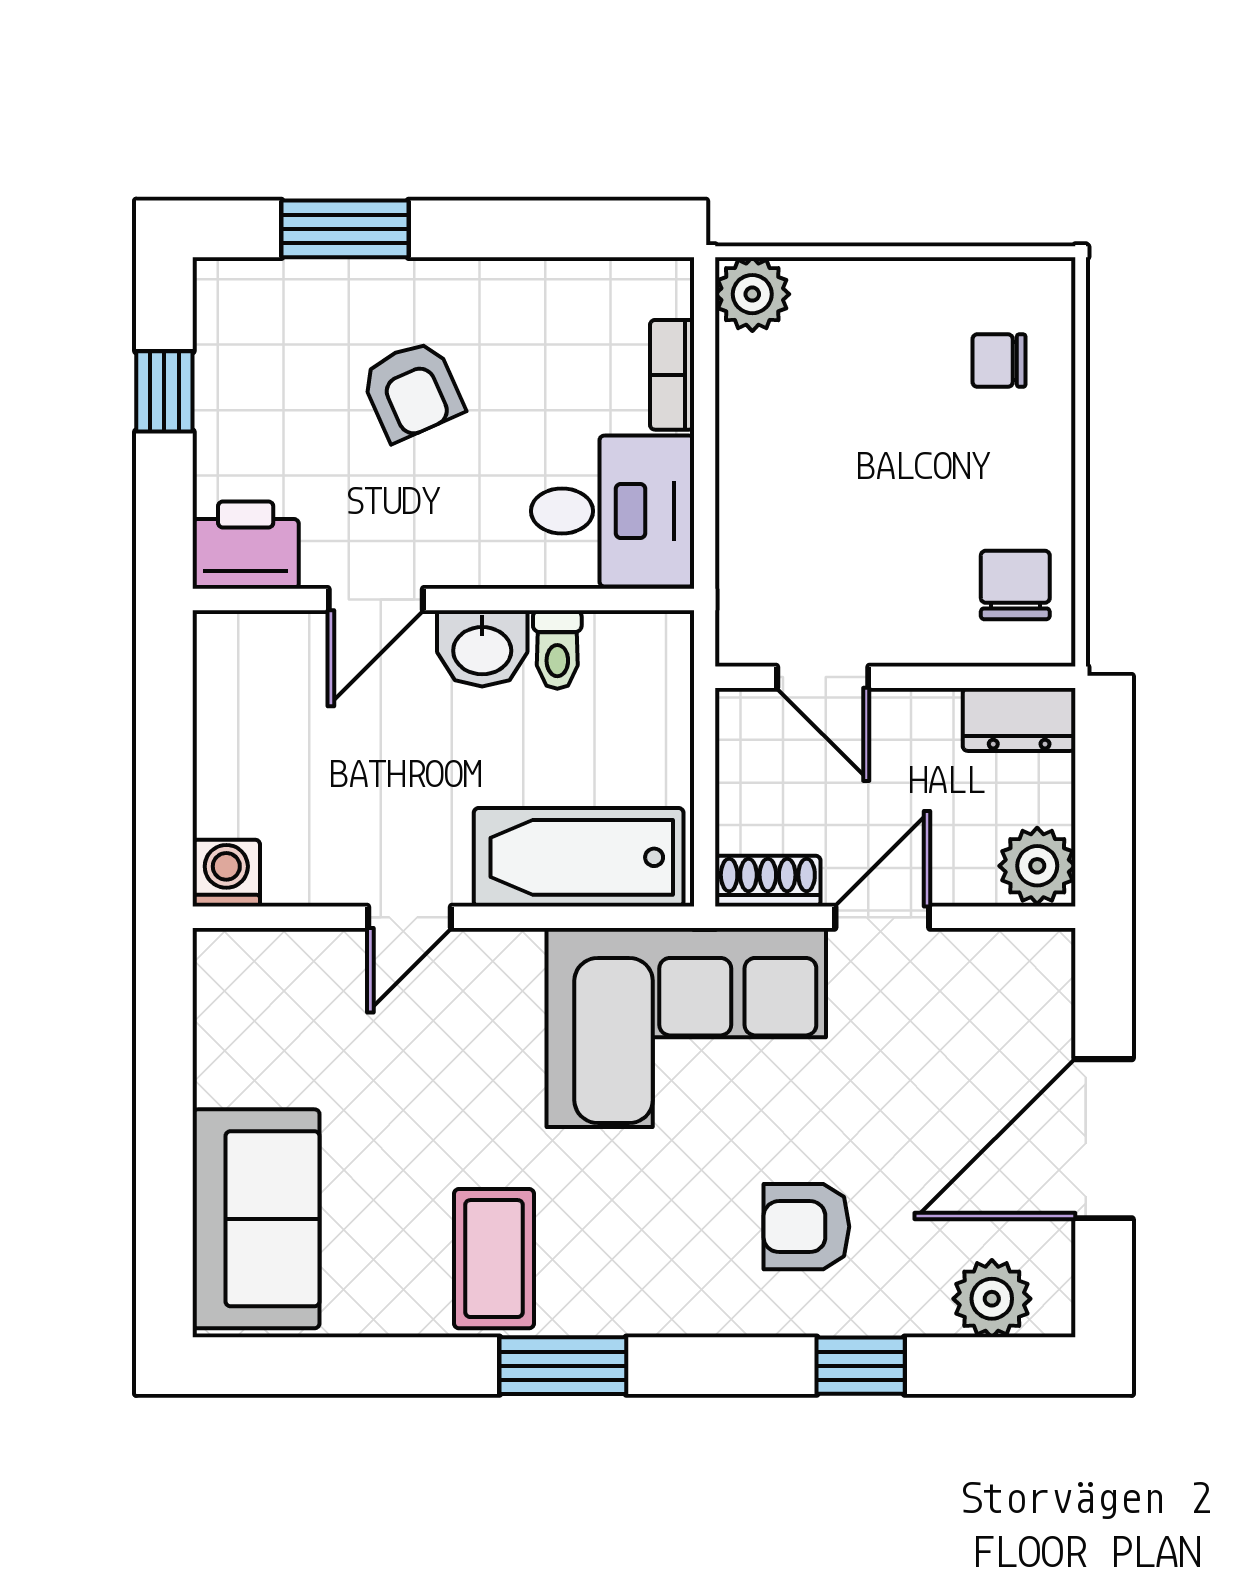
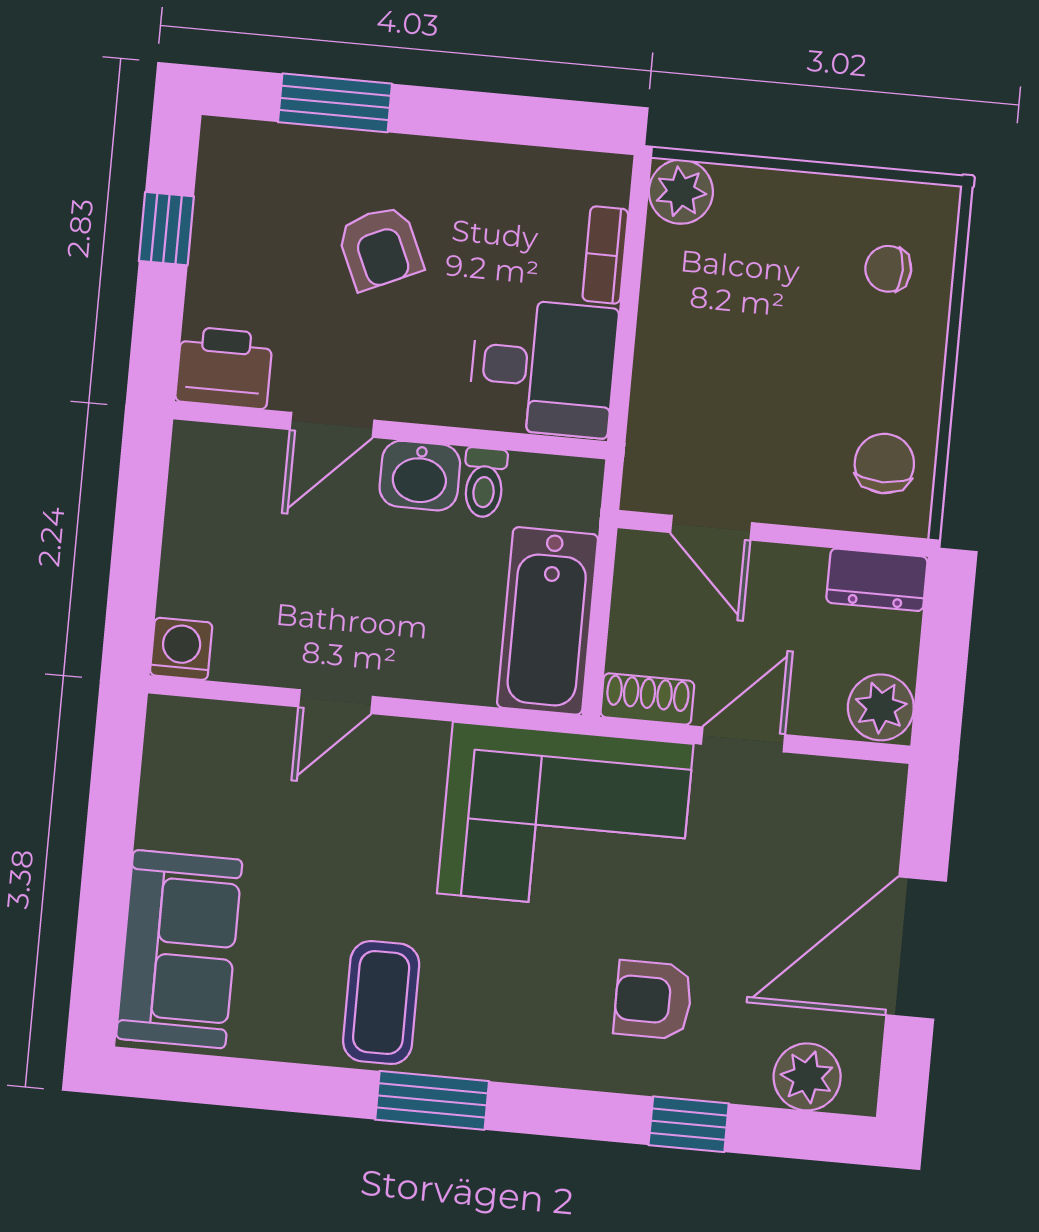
bathtub: (579, 857) -> (548, 621), moved, turned -90

